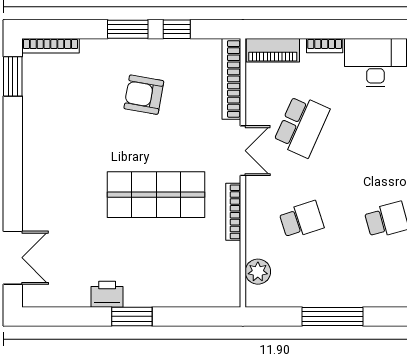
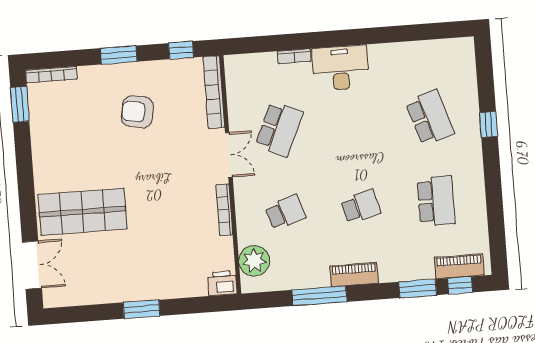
window: (177, 29) -> (181, 50), moved
piano: (273, 50) -> (354, 275), moved, turned 180
shop shelf: (156, 195) -> (82, 212), moved
plant: (258, 272) -> (254, 261), width x1.36, depth x1.36
printer: (107, 294) -> (222, 283), moved

